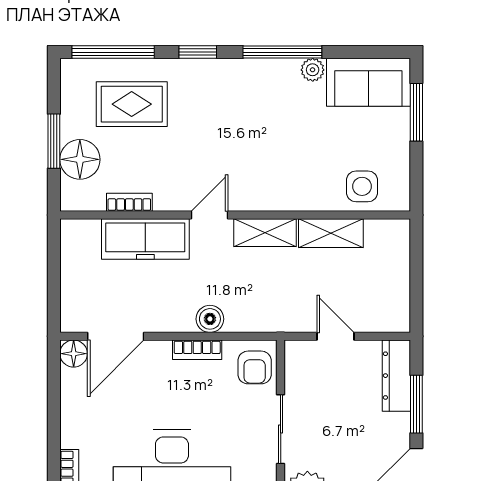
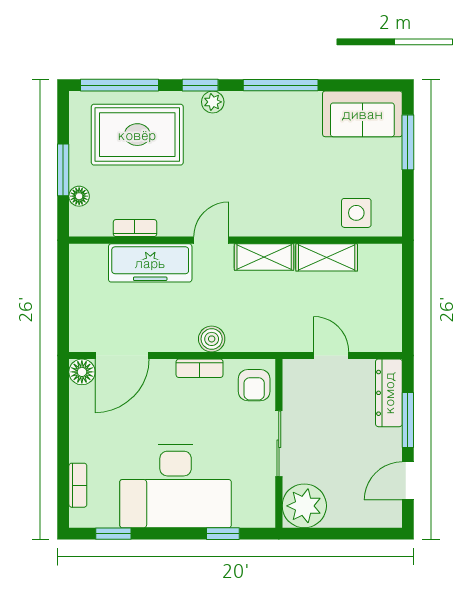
plant: (313, 70) -> (213, 102), moved
rug: (132, 104) -> (137, 135), width x1.36, depth x1.43
floor lamp: (80, 159) -> (79, 196), width x0.53, depth x0.53

